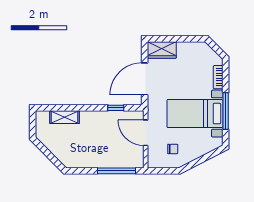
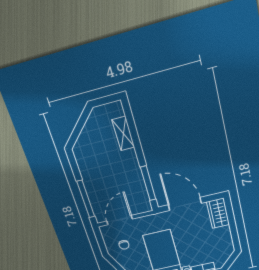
window: (116, 108) -> (148, 183), width x2.17
door: (146, 133) -> (120, 220), moved

